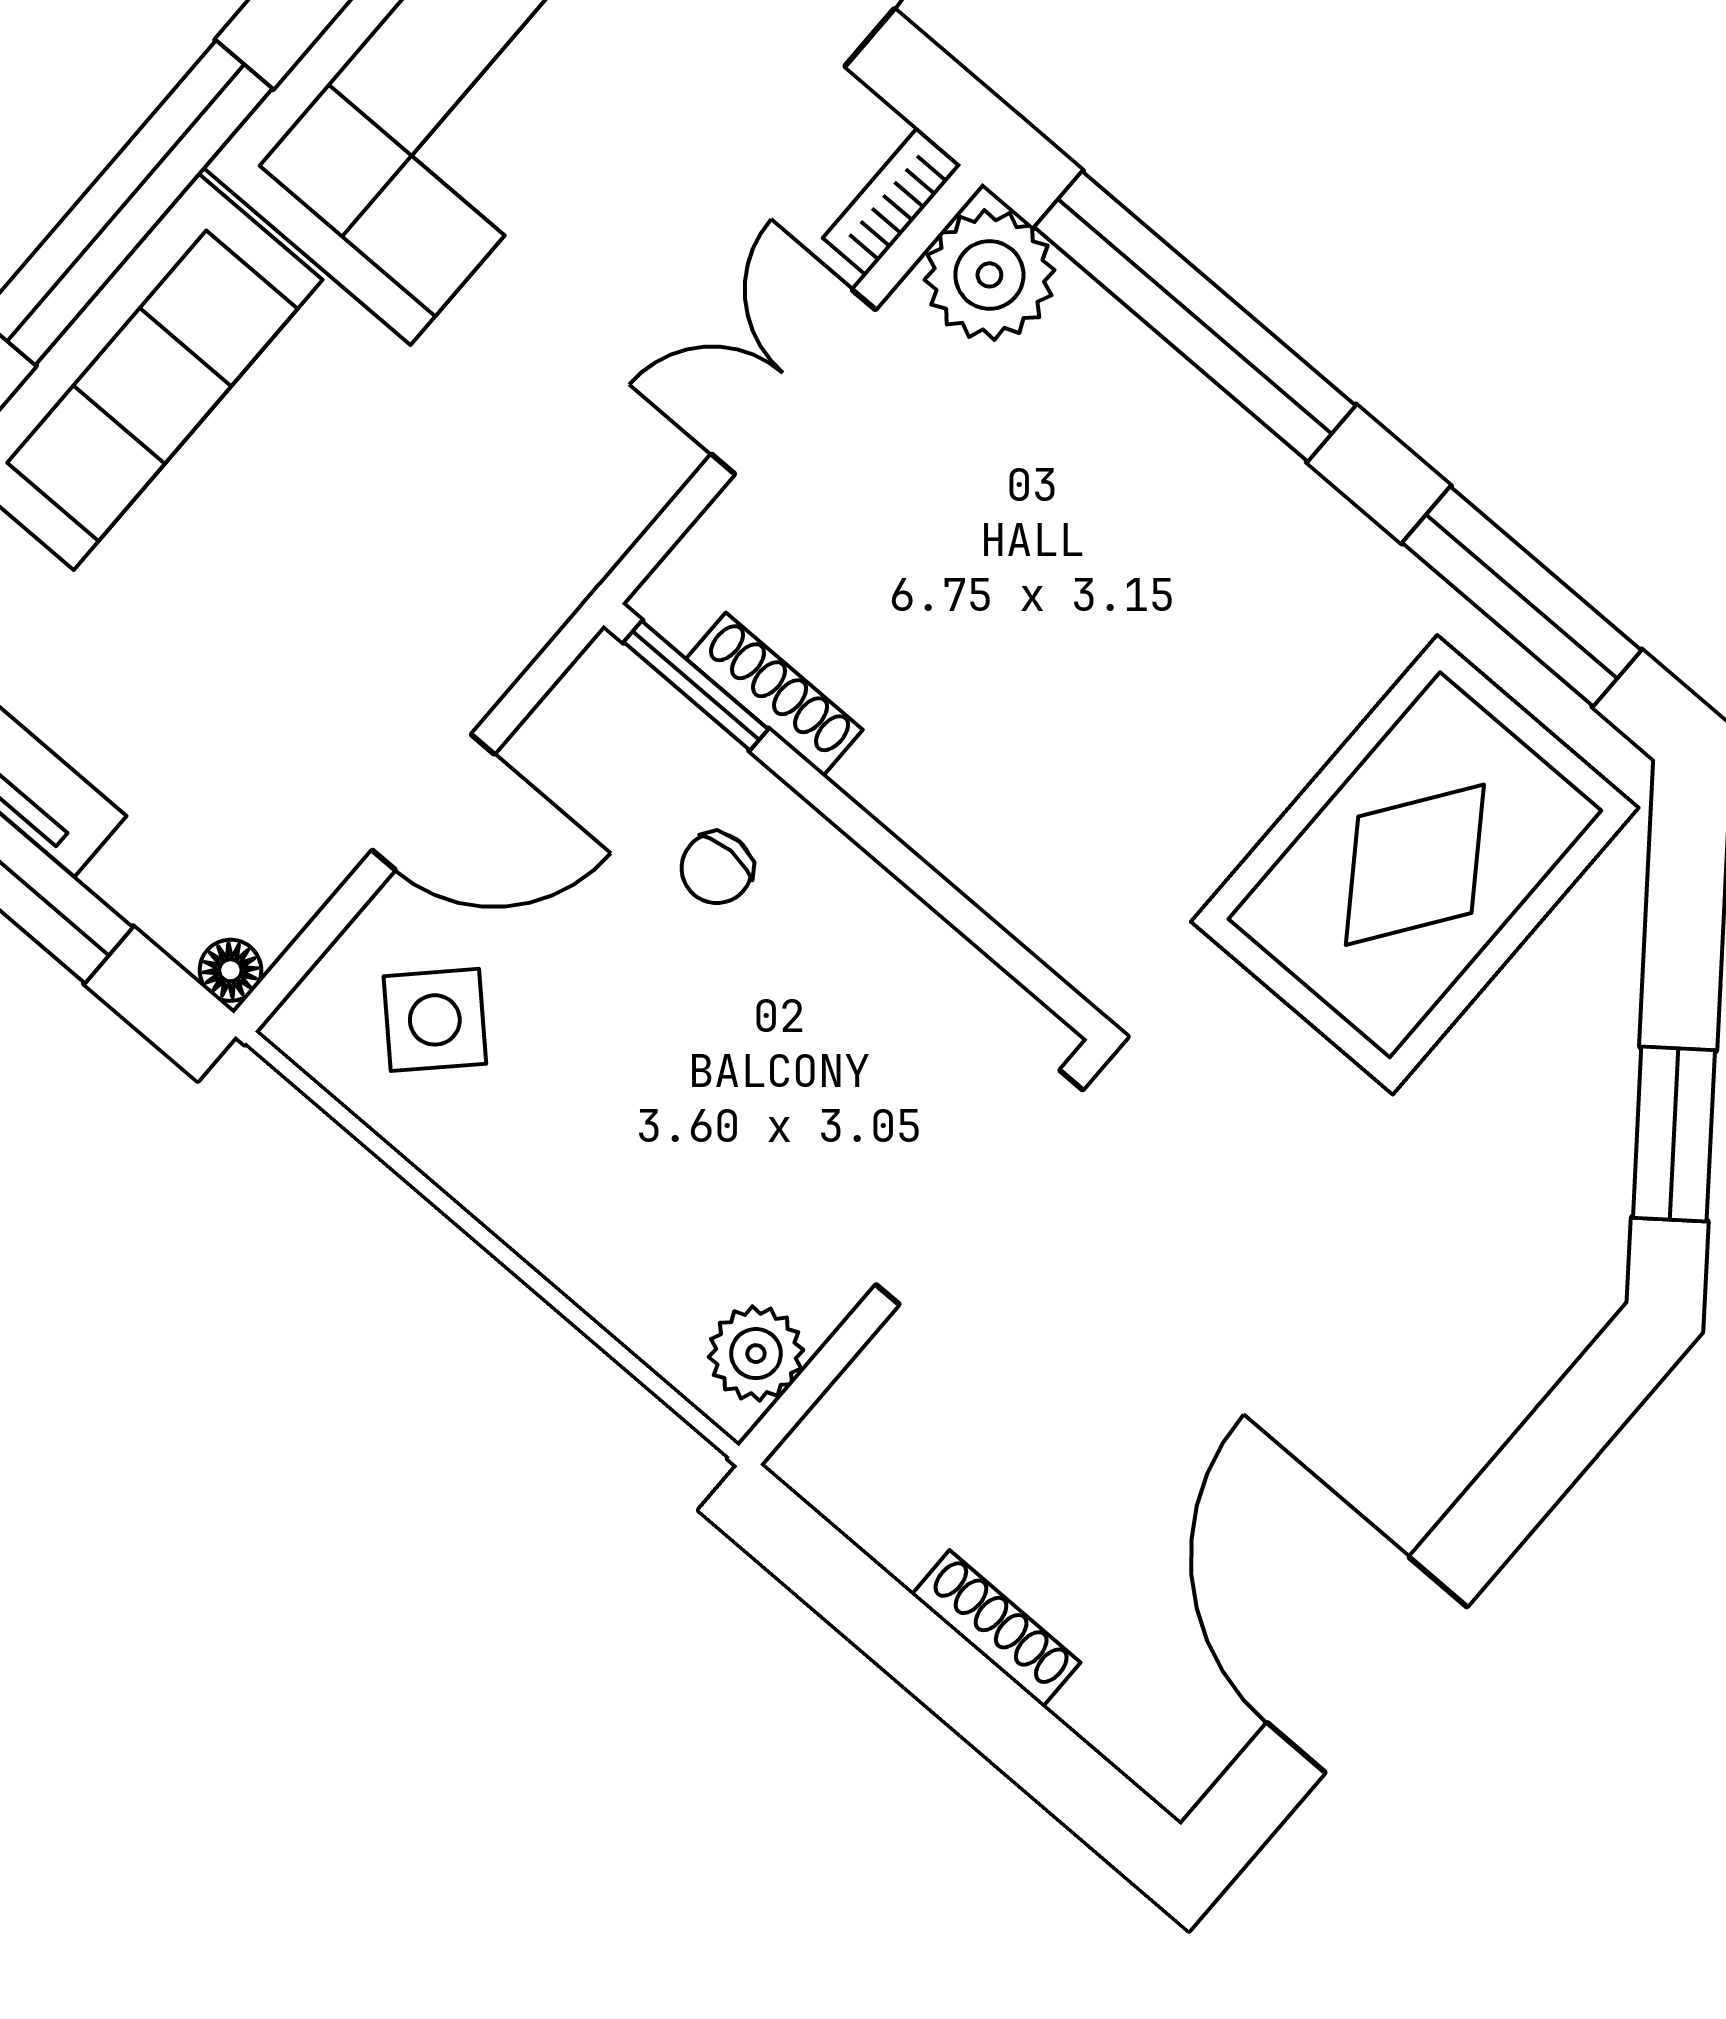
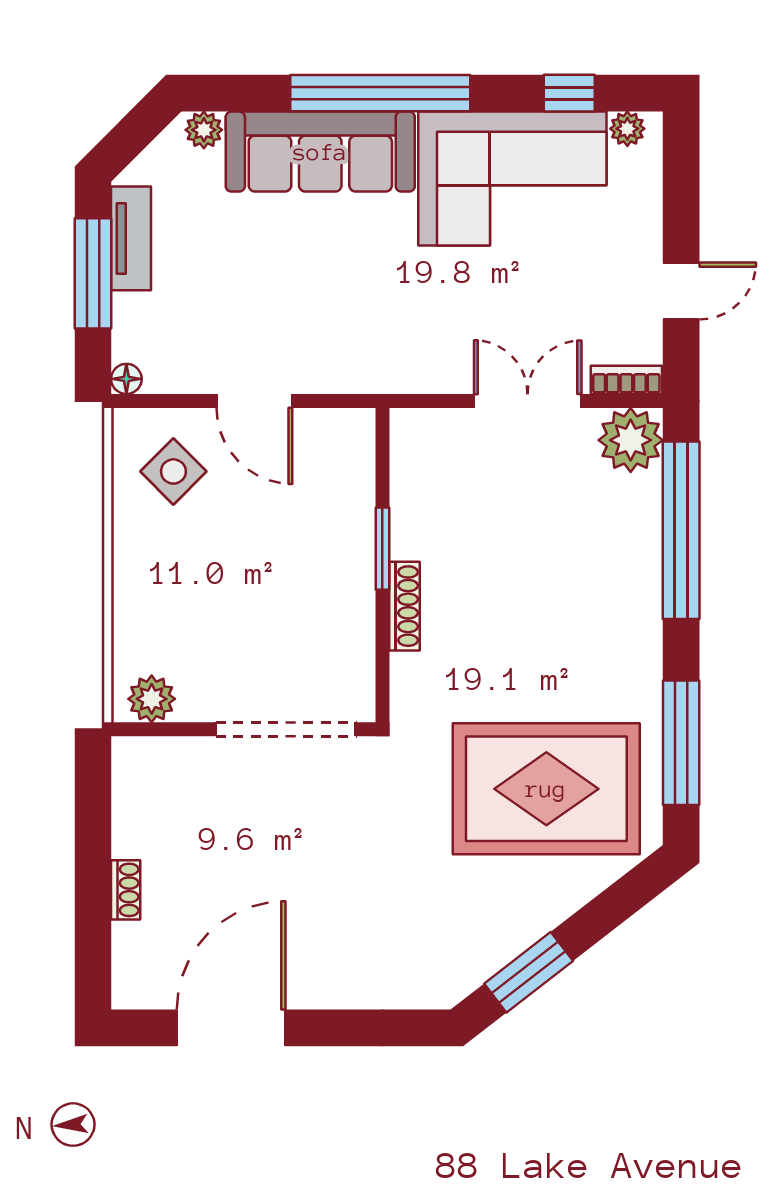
window: (696, 686) -> (382, 549), moved
shoe rack: (774, 694) -> (404, 606), moved
chair: (717, 868) -> (321, 528), removed
shoe rack: (996, 1628) -> (126, 890), width x0.70

